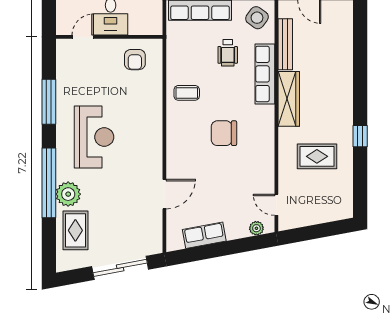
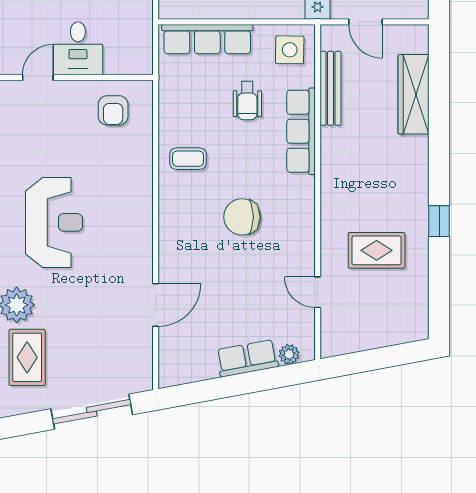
side table: (257, 18) -> (290, 50), turned -35
wardrobe: (289, 99) -> (414, 94), moved, turned 180
door: (276, 205) -> (318, 292), moved
row of seats: (204, 235) -> (247, 358), moved

